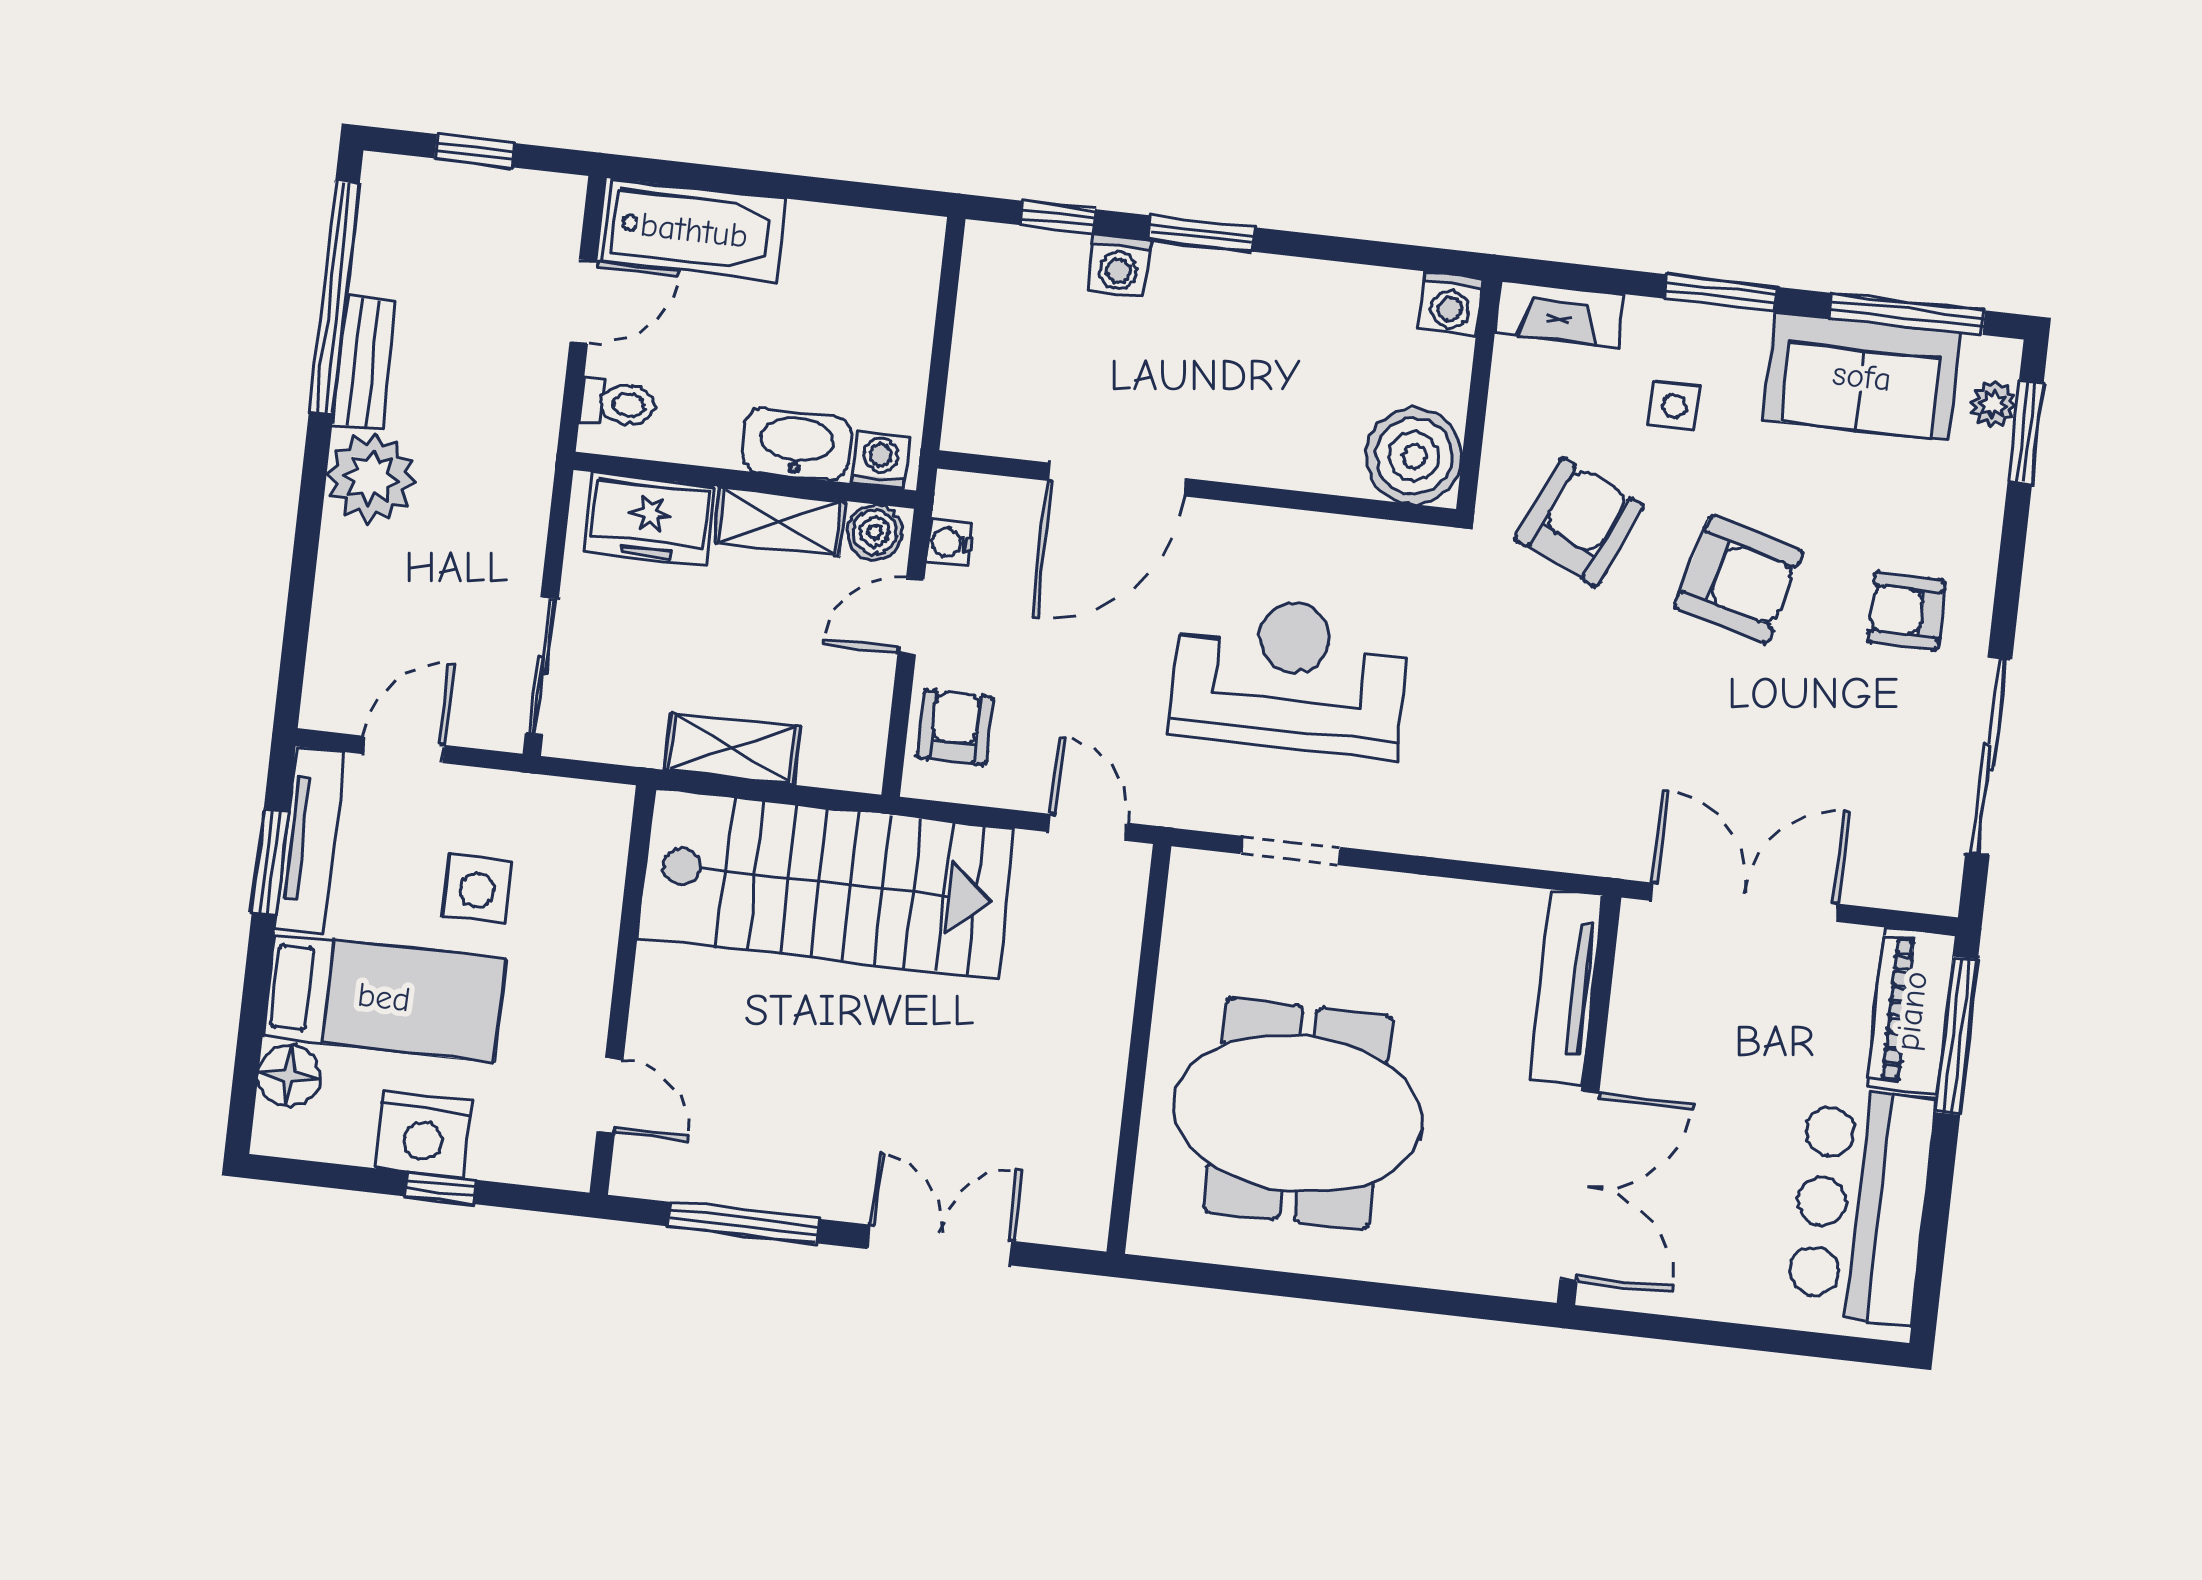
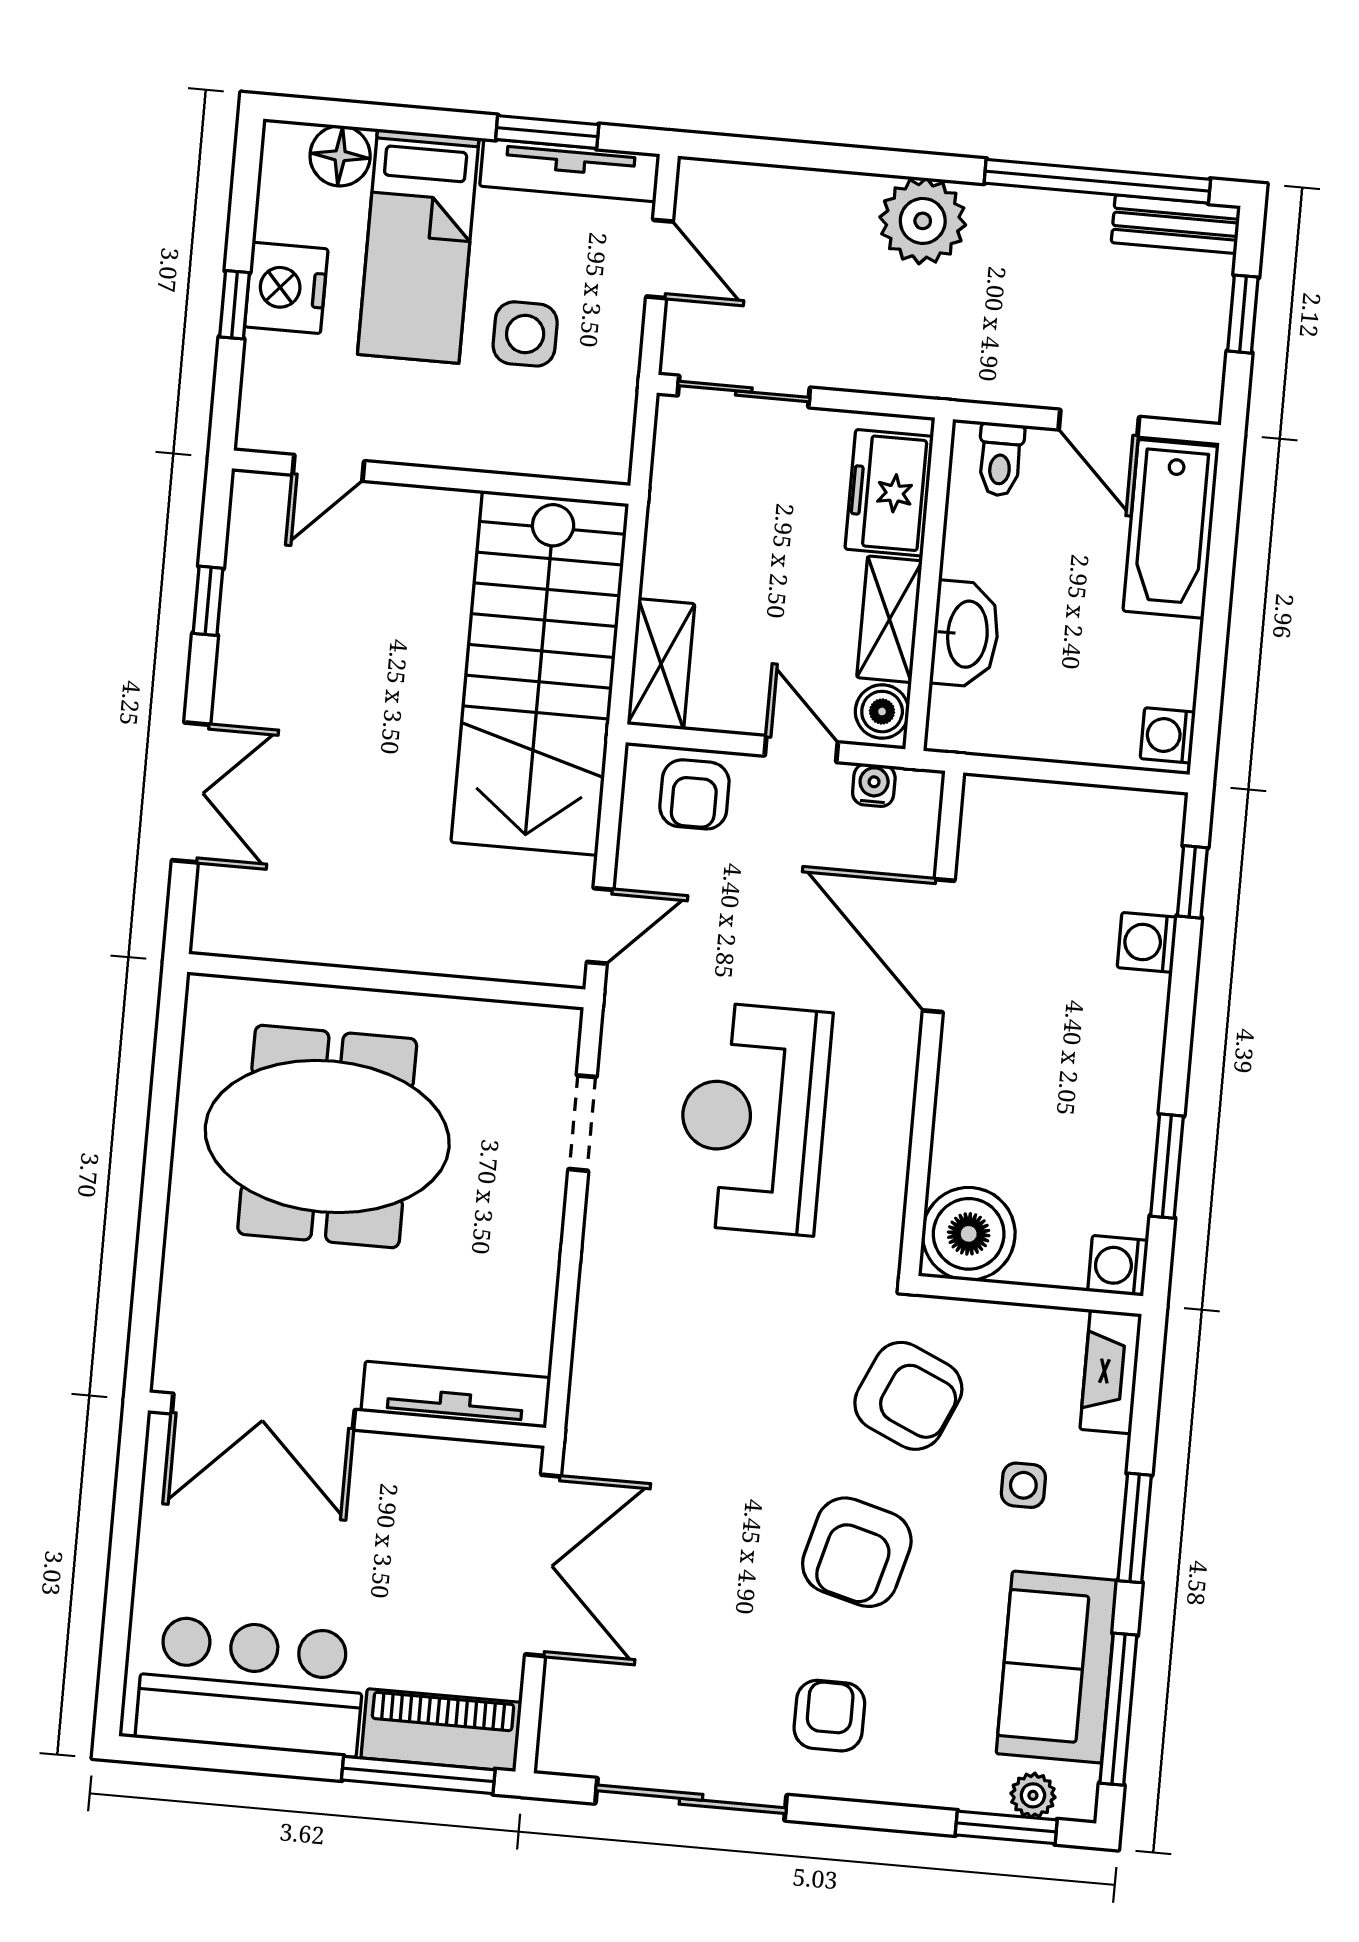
window: (1201, 234) -> (1167, 1166), moved
bench: (364, 362) -> (1176, 224), moved
washing machine: (880, 460) -> (1168, 735), moved, turned 180
reception desk: (1290, 675) -> (753, 1118), turned 180
armchair: (955, 727) -> (694, 794), turned 90
shelving: (733, 748) -> (661, 664), moved
meeting table: (1298, 1113) -> (327, 1136), turned 90
window: (744, 1223) -> (208, 601), width x0.46

